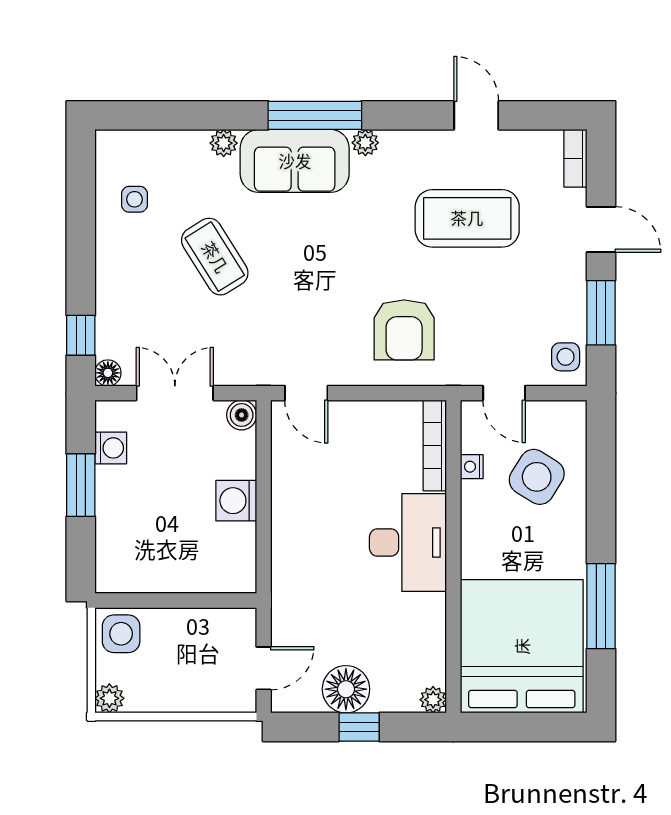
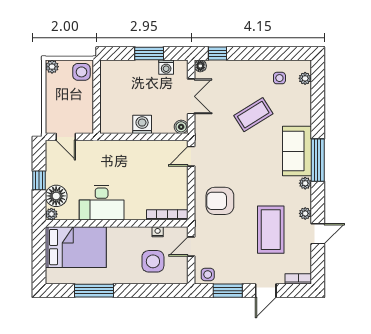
plant: (224, 143) -> (305, 78), moved
plant: (432, 143) -> (305, 213), added
side table: (537, 477) -> (153, 261), turned -32
desk: (408, 543) -> (102, 203), moved
bed: (522, 646) -> (76, 247), width x0.73
floor lamp: (346, 689) -> (56, 196), moved

